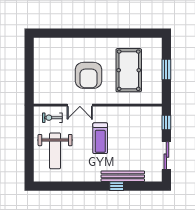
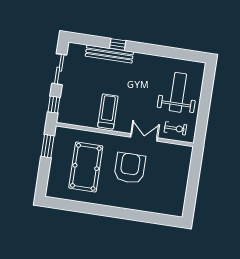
window: (166, 69) -> (48, 146), moved
treadmill: (100, 138) -> (108, 111), moved

